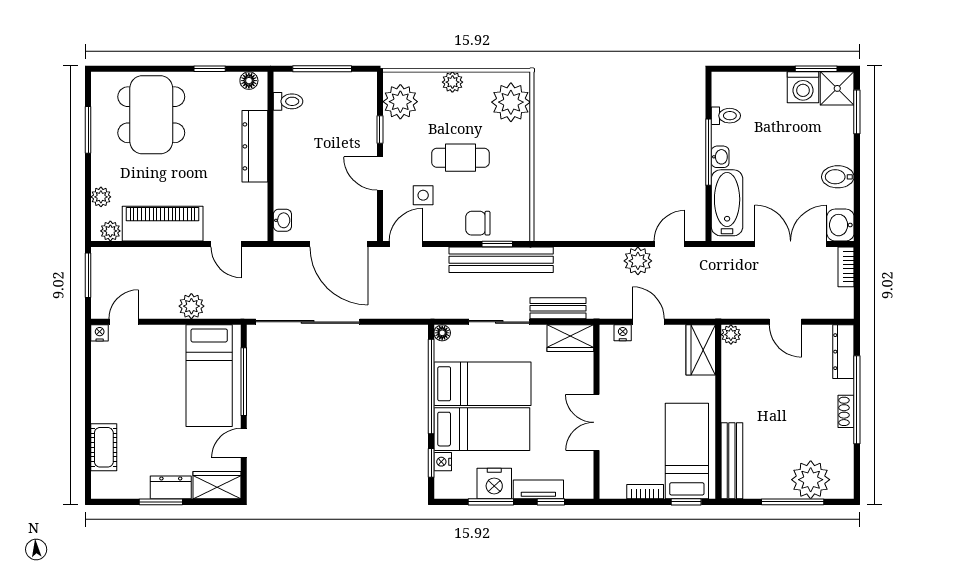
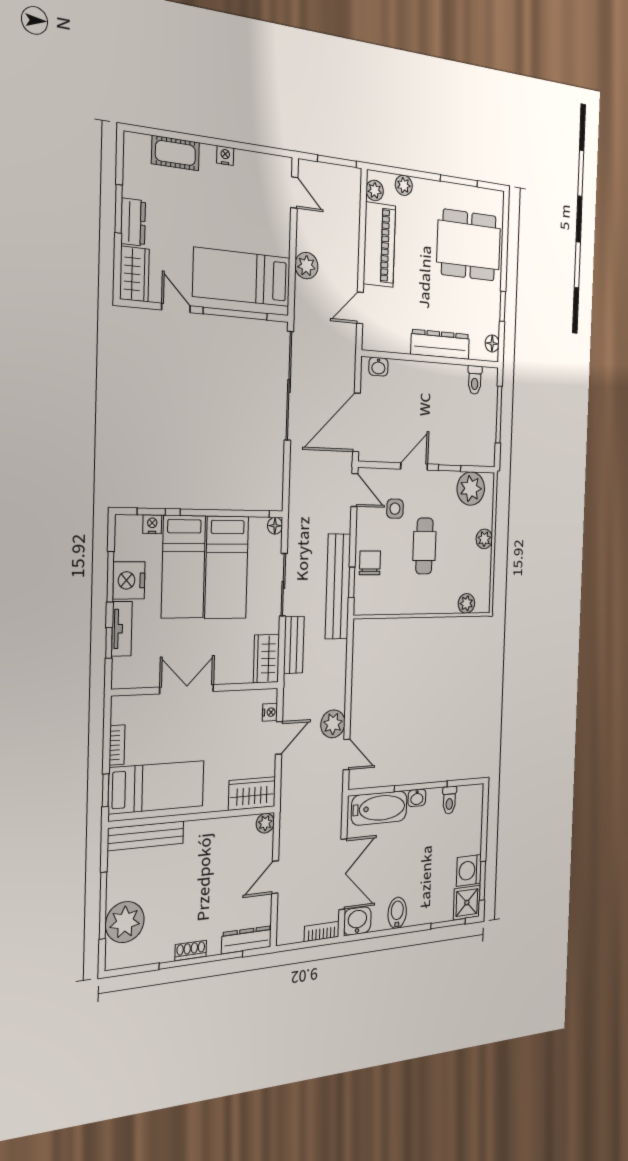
plant: (511, 102) -> (466, 603), width x0.53, depth x0.53
nightstand: (100, 333) -> (225, 156), moved, turned -90

